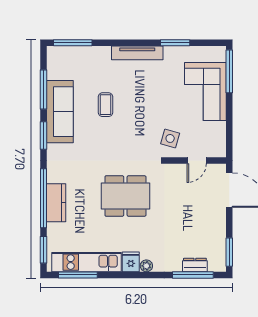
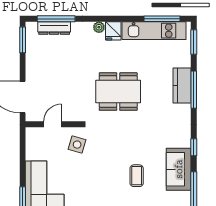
sofa: (60, 112) -> (179, 169), width x0.73
window: (44, 136) -> (194, 147), width x0.67
window: (44, 198) -> (194, 90), width x0.68
dresser: (195, 265) -> (54, 28), width x1.44

